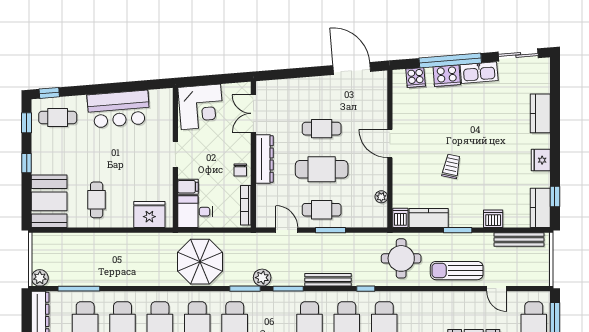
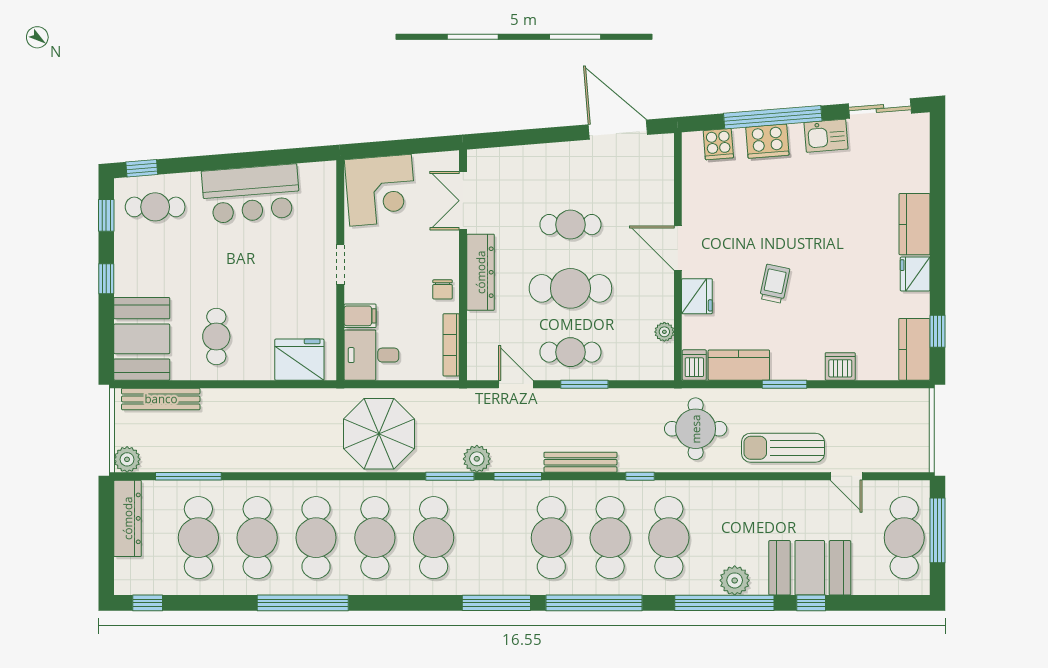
kitchen sink: (479, 73) -> (826, 136), width x0.73
kitchen counter: (540, 113) -> (914, 224), moved
fridge: (402, 174) -> (697, 296), added
bench: (519, 240) -> (161, 399), moved

